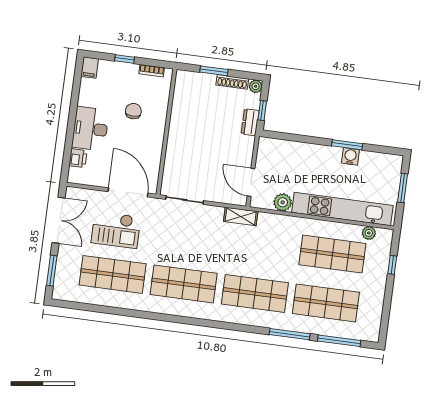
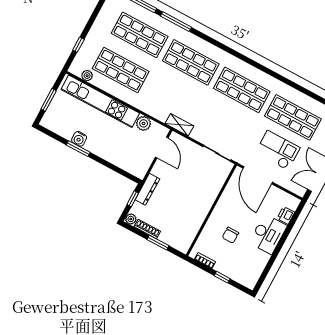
filing cabinet: (90, 68) -> (251, 281), removed
dresser: (250, 122) -> (147, 189), width x1.44

